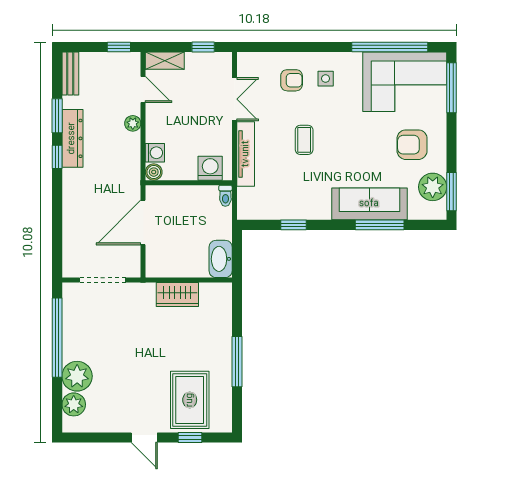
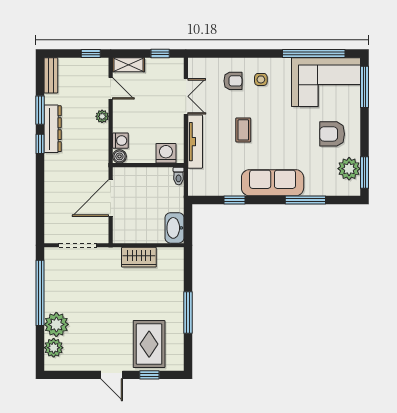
sofa: (369, 204) -> (273, 183), moved

